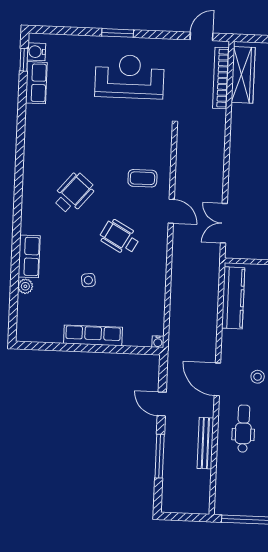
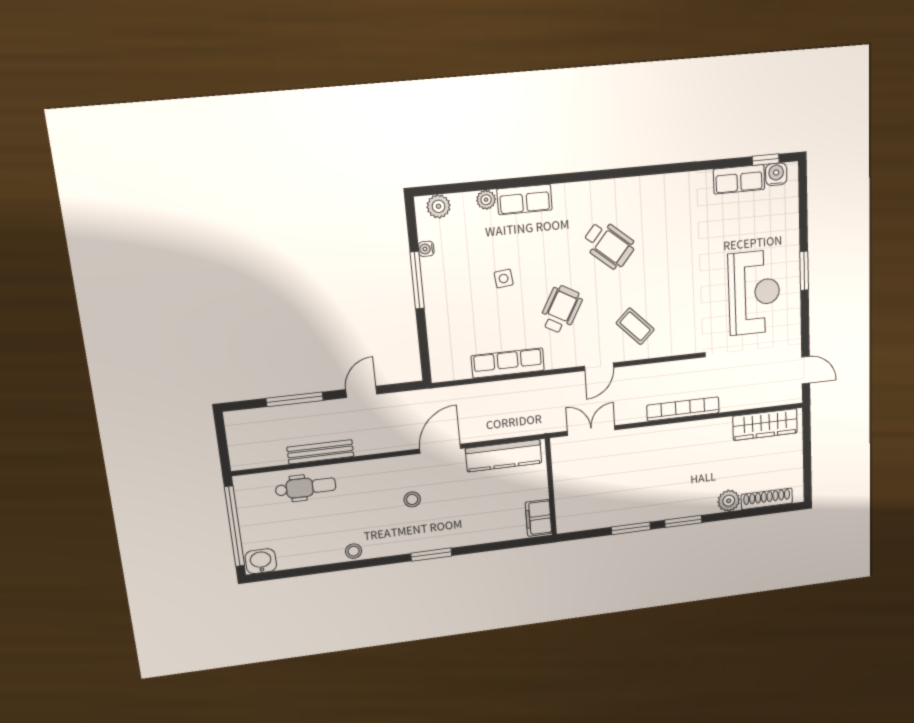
bookcase: (221, 78) -> (683, 409), moved
coffee table: (142, 178) -> (635, 326), turned -44
plant: (25, 324) -> (439, 206), added
row of seats: (93, 335) -> (508, 363), moved, turned -90
water cooler: (158, 342) -> (426, 249), moved
window: (80, 348) -> (417, 280), added
door: (217, 379) -> (440, 449), moved
dental chair: (243, 429) -> (306, 487), moved

